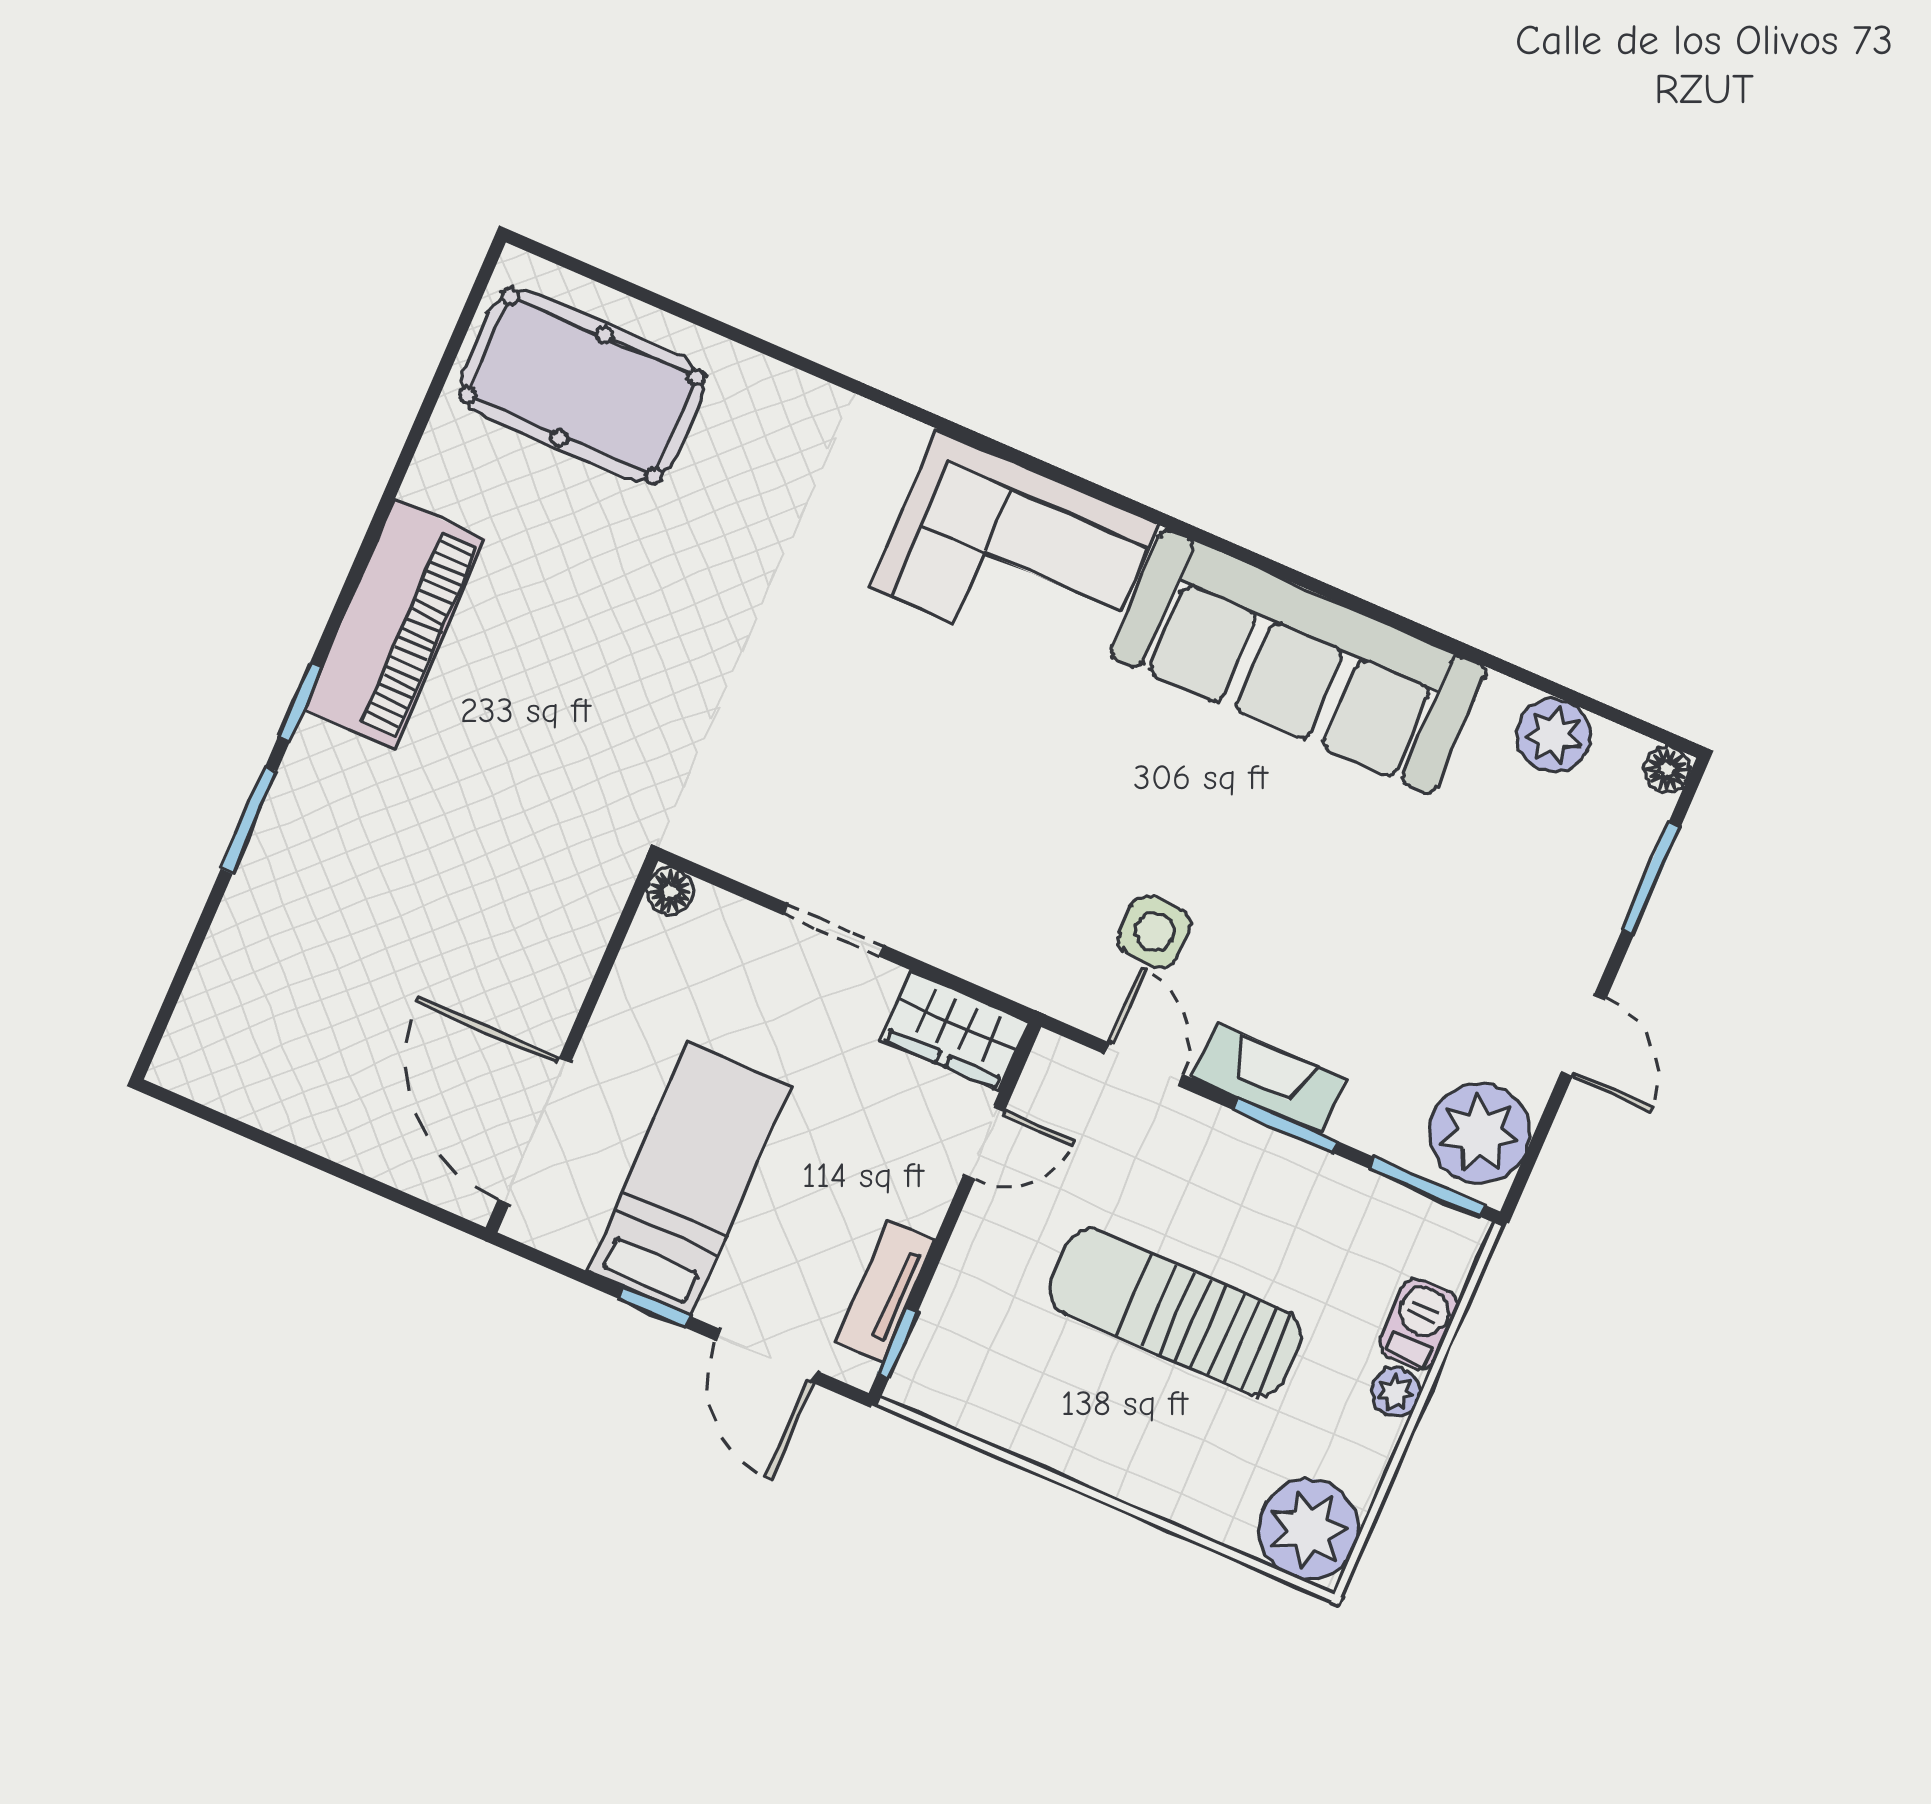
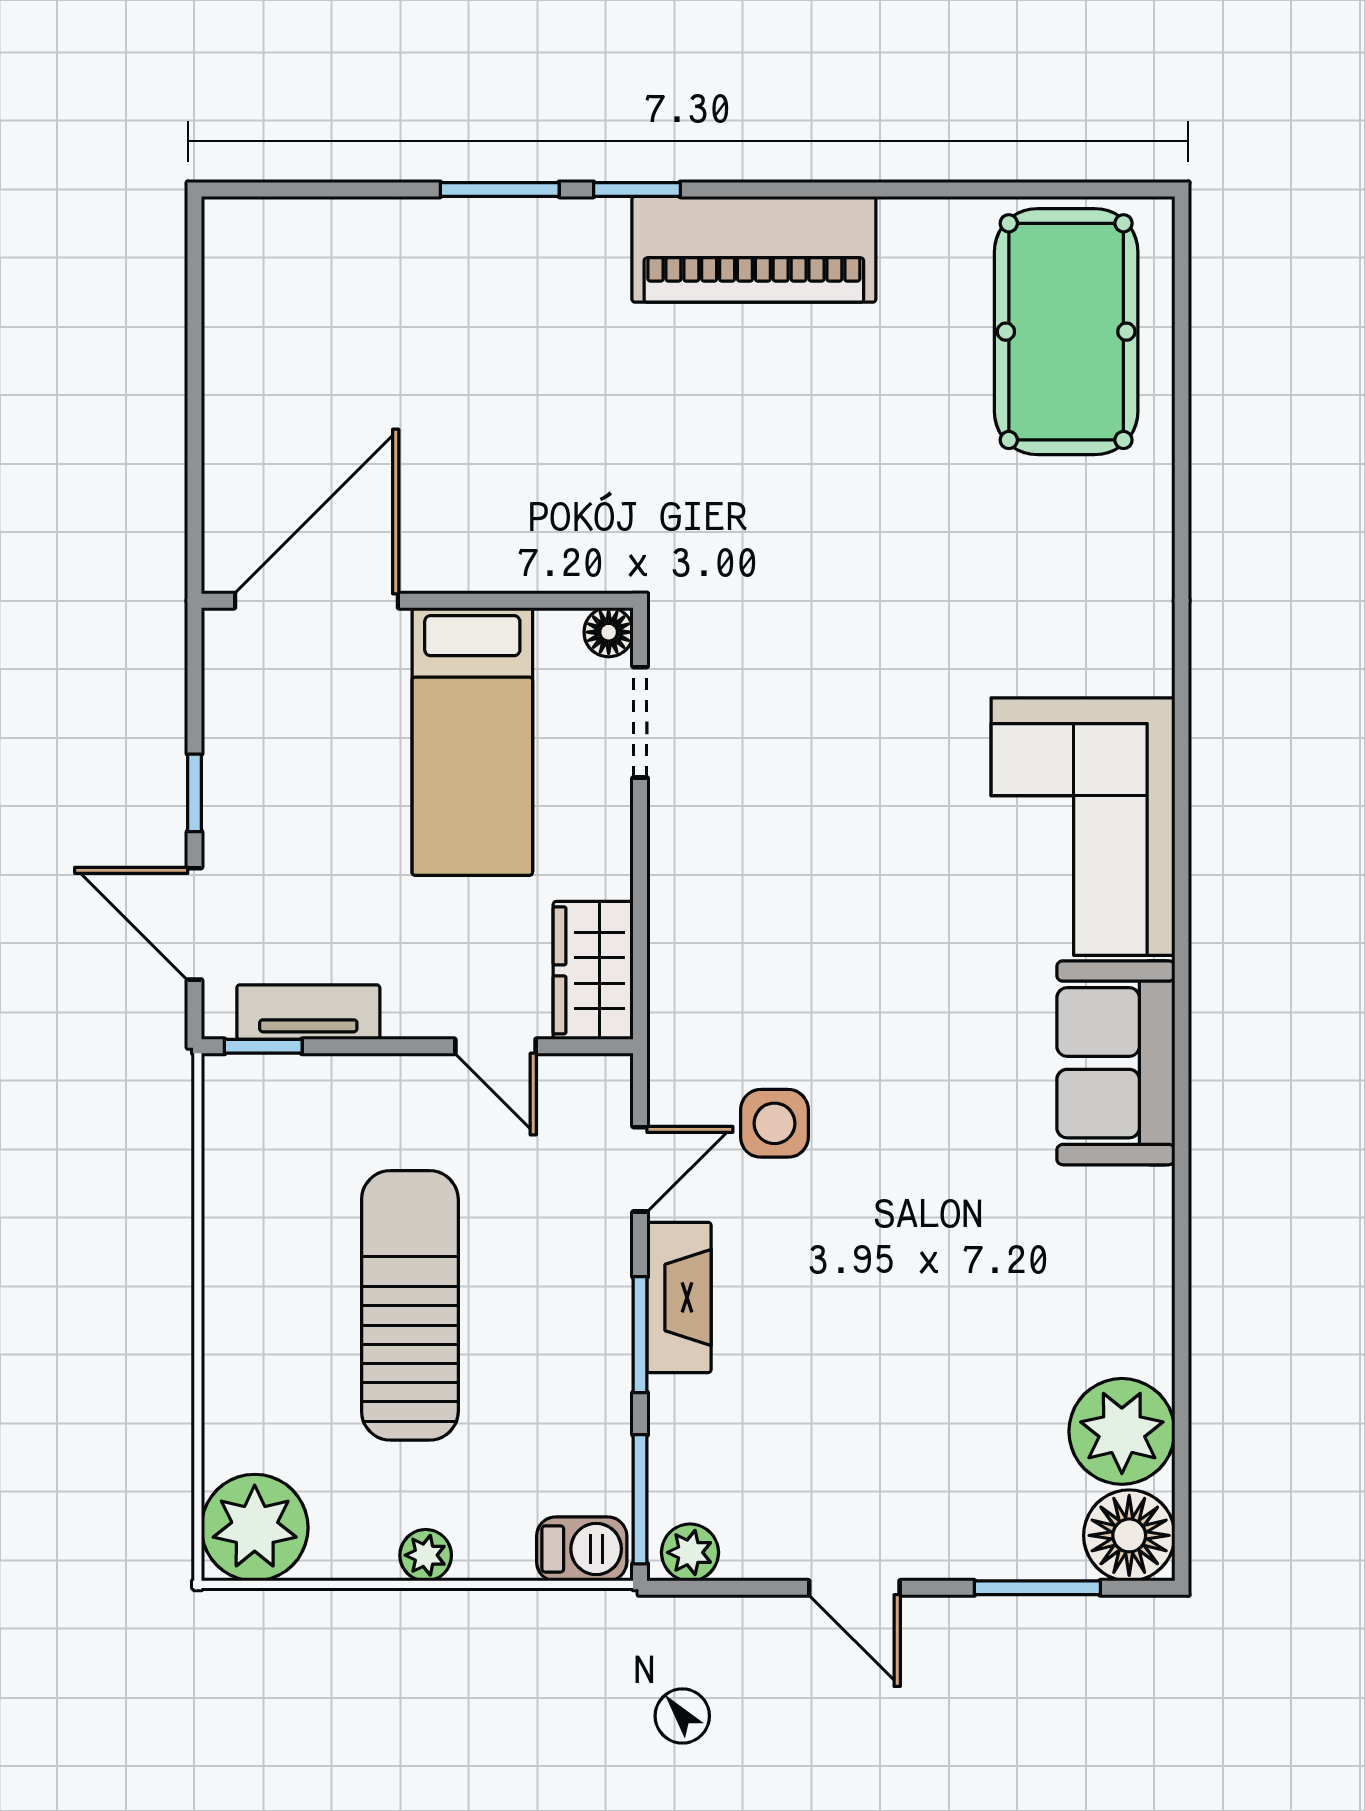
sofa: (1298, 662) -> (1116, 1063), width x0.54, depth x0.79
plant: (1554, 735) -> (1122, 1431), width x1.36, depth x1.36
floor lamp: (1667, 769) -> (1129, 1535), width x1.89, depth x1.89
doorway: (834, 930) -> (640, 722), moved
door: (1583, 1036) -> (854, 1588), hinge flipped
plant: (1480, 1133) -> (690, 1552), width x0.53, depth x0.53
bed: (690, 1179) -> (472, 741), moved, turned 90
barbecue: (1419, 1324) -> (582, 1549), moved
door: (767, 1356) -> (194, 924), hinge flipped

